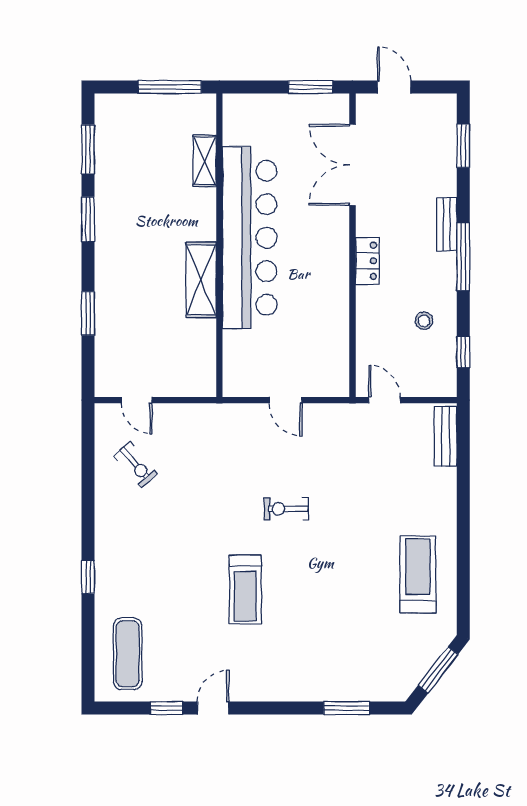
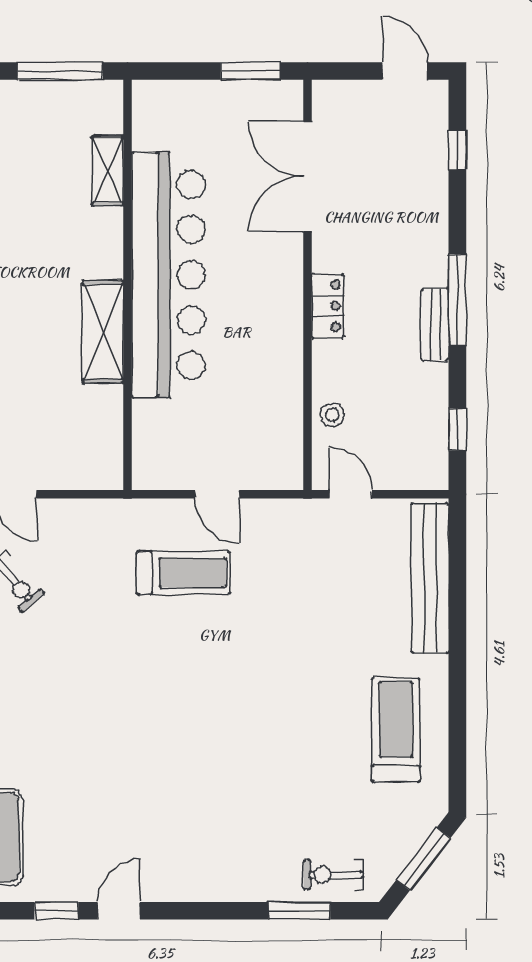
door: (394, 87) -> (405, 71), moved
window: (463, 146) -> (457, 150), width x0.67
bench: (447, 224) -> (435, 324), moved
stool: (424, 321) -> (332, 415), moved
bench: (446, 436) -> (430, 578), width x1.86, depth x1.21
exercise bike: (286, 509) -> (333, 875), moved
treadmill: (245, 589) -> (183, 573), moved, turned -90

